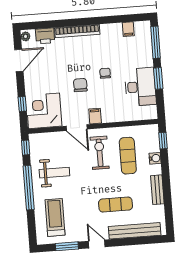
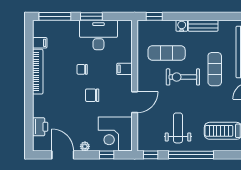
bookcase: (77, 31) -> (38, 72), moved
plant: (25, 36) -> (85, 146), moved
filing cabinet: (95, 116) -> (124, 69), moved
exercise bike: (100, 153) -> (183, 77), moved
water cooler: (155, 158) -> (182, 26), moved

